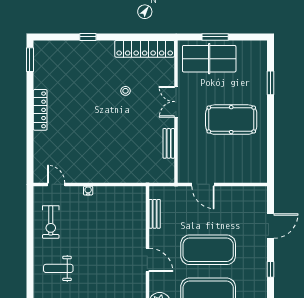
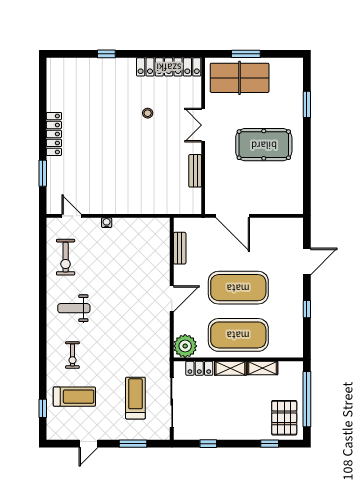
window: (30, 60) -> (43, 173), moved
door: (203, 184) -> (233, 216), width x1.36
door: (147, 260) -> (172, 299), hinge flipped

